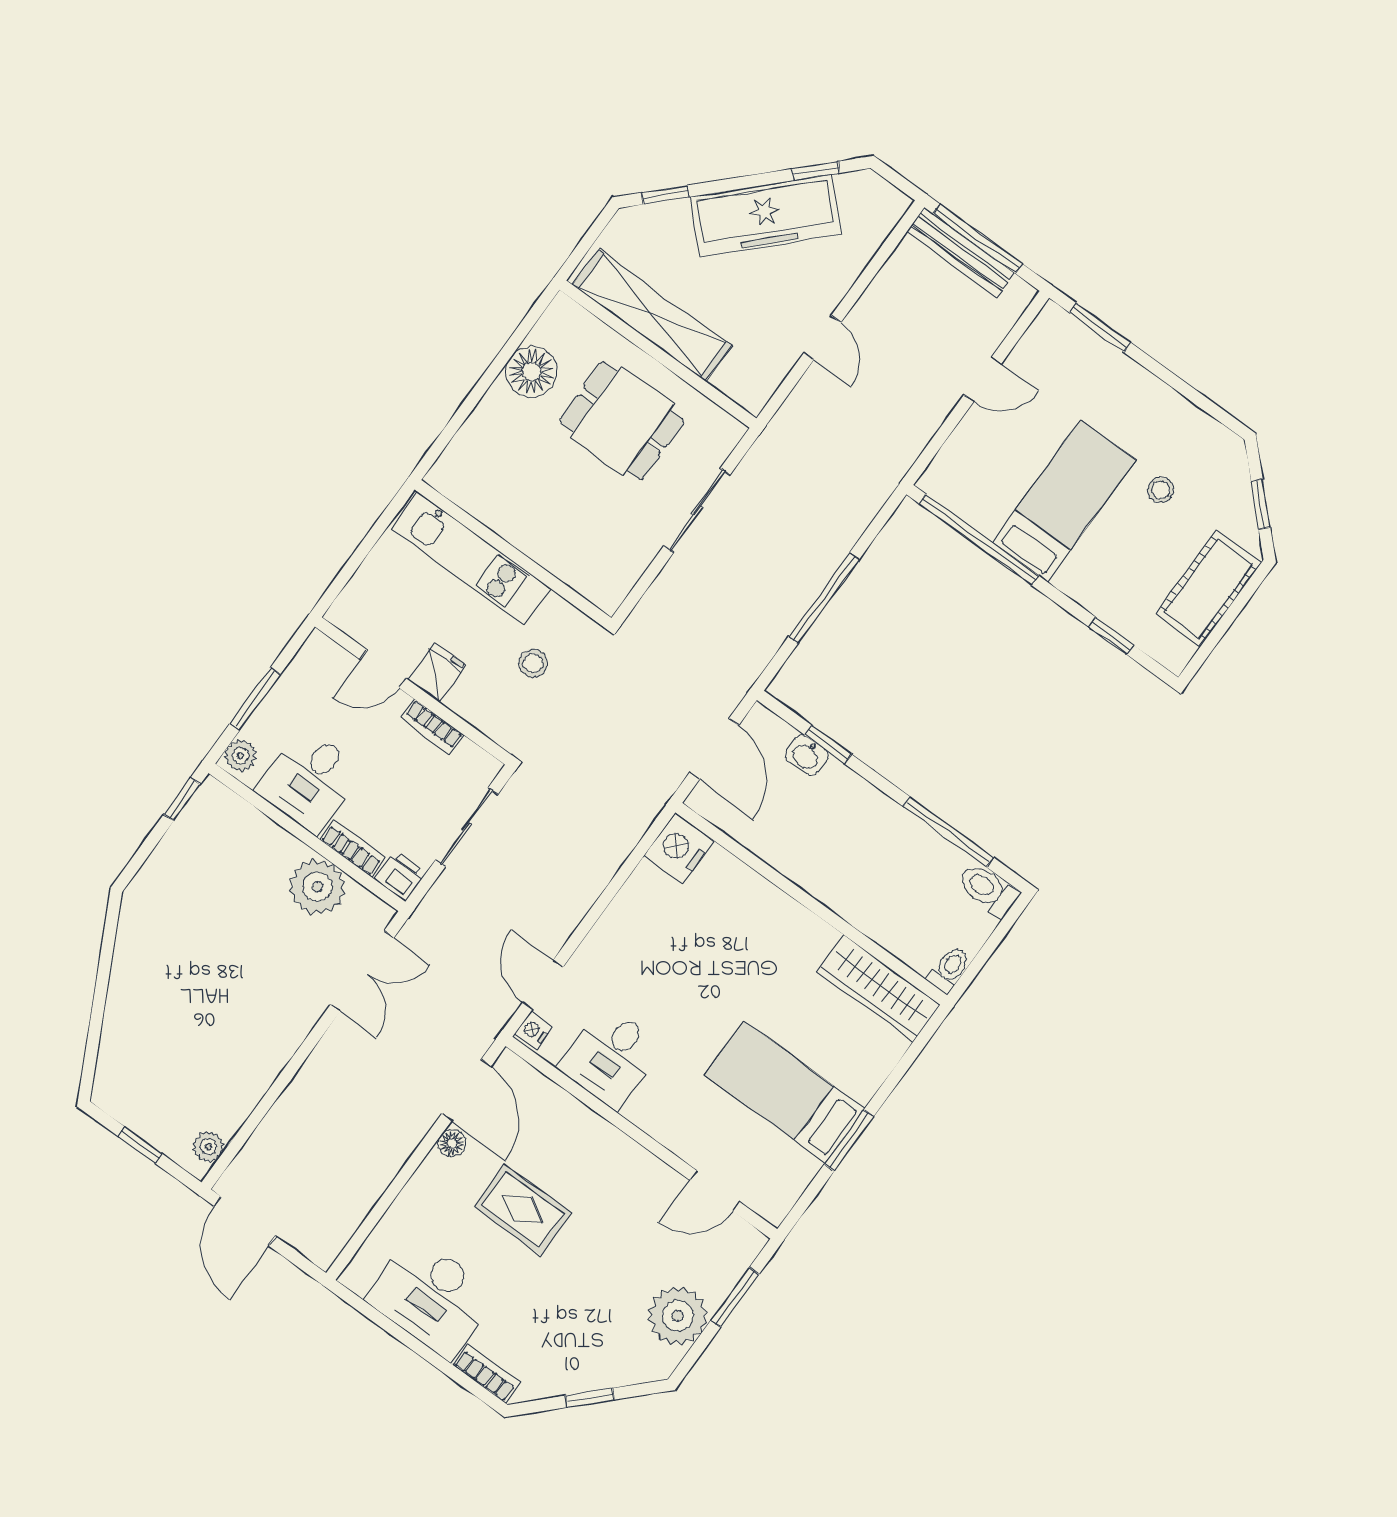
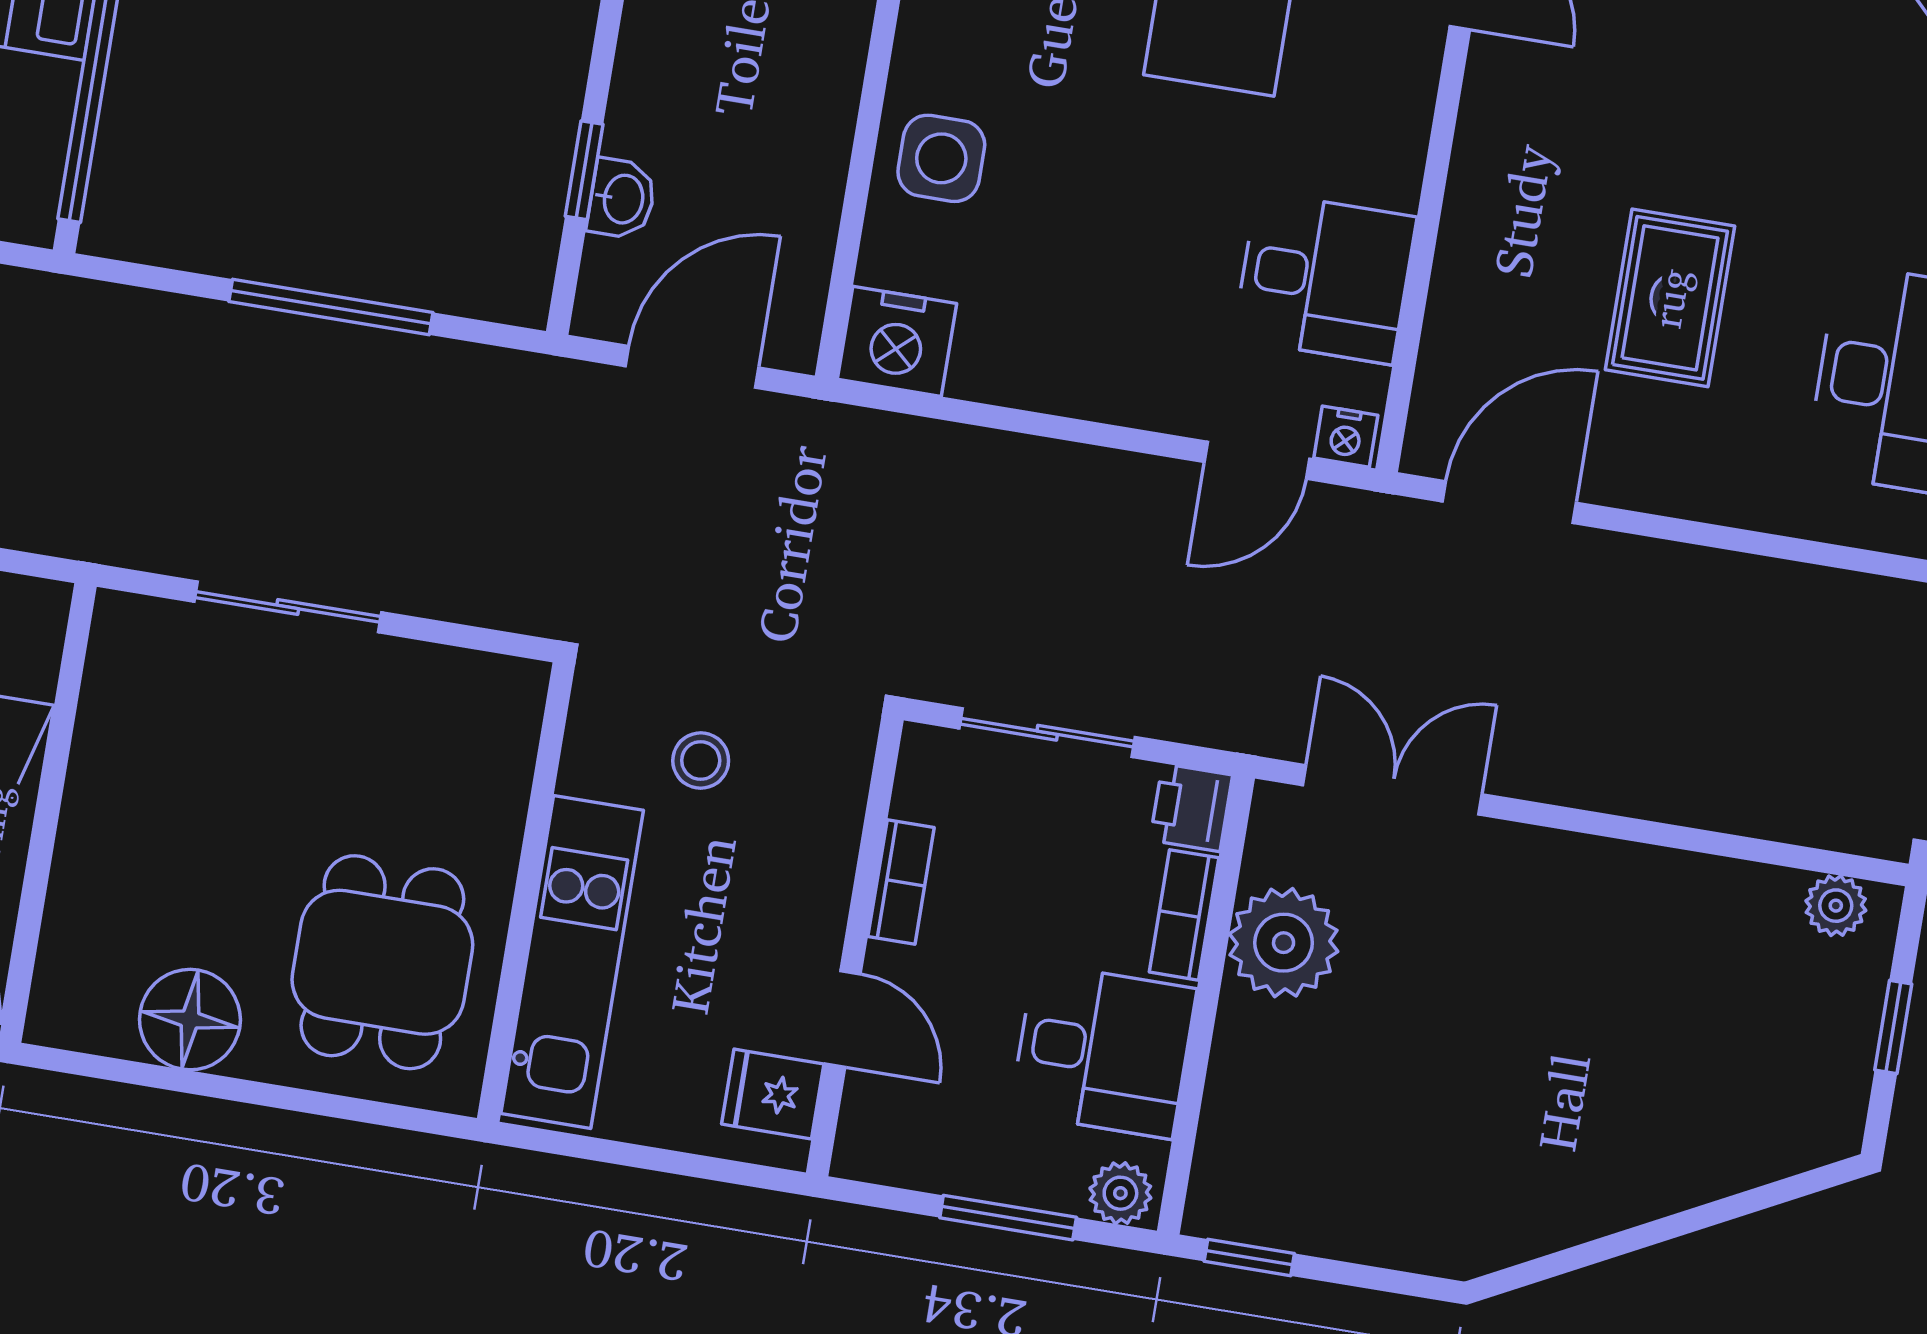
dining table: (622, 421) -> (382, 962), moved
fridge: (437, 672) -> (773, 1094), moved
side table: (752, 910) -> (941, 158), added
floor lamp: (452, 1143) -> (1616, 481), removed

